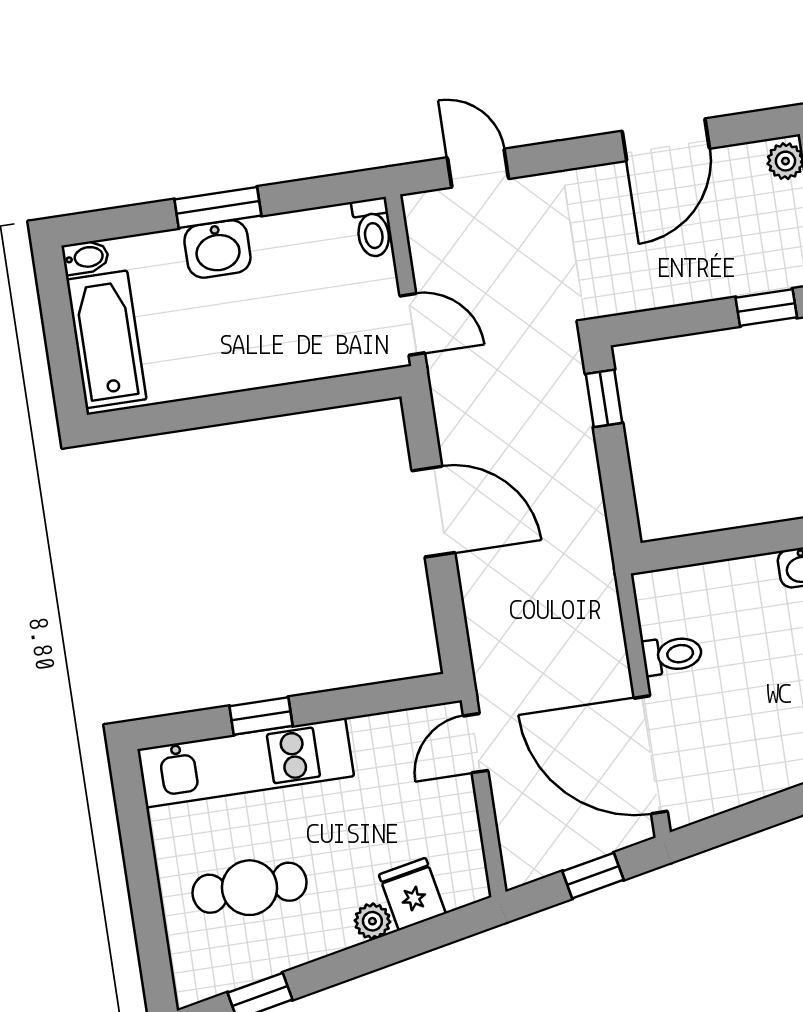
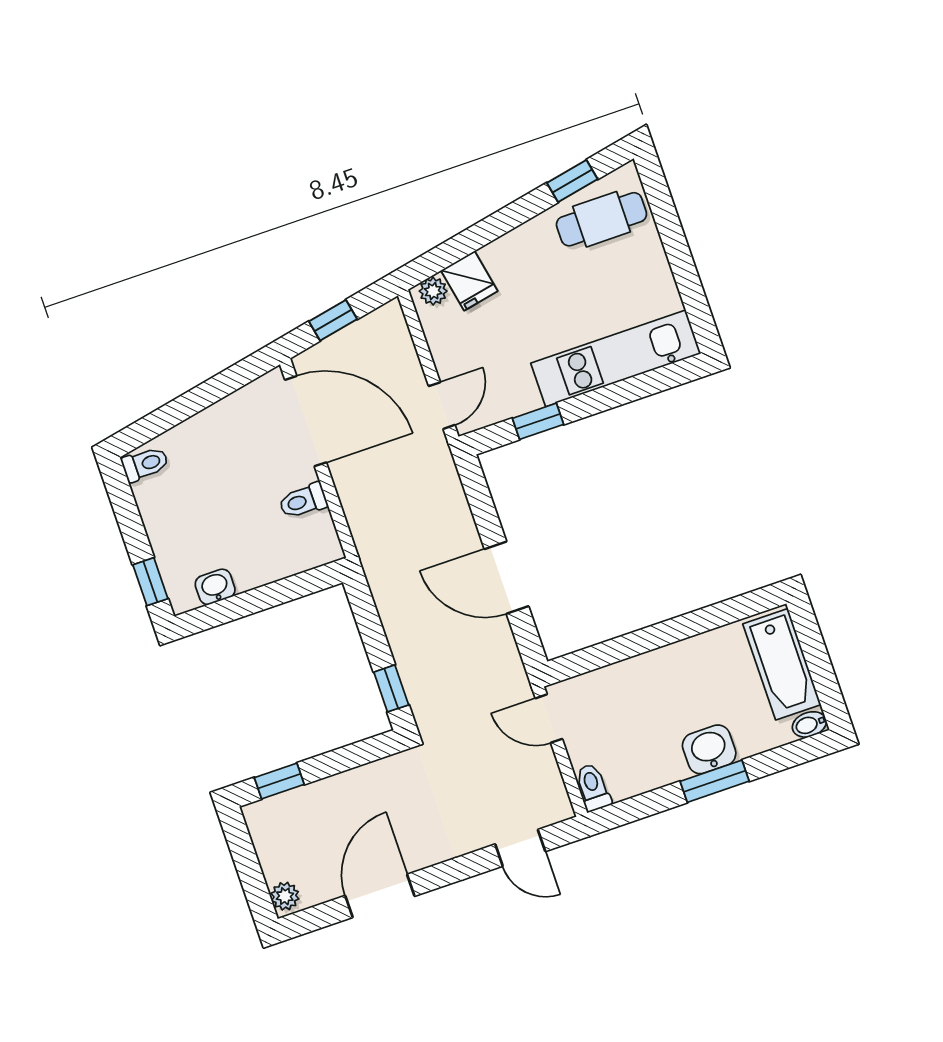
window: (261, 716) -> (538, 421), moved
cafe table: (249, 888) -> (601, 219), moved
plant: (372, 921) -> (433, 291), moved

